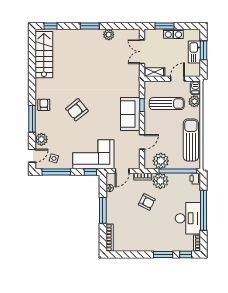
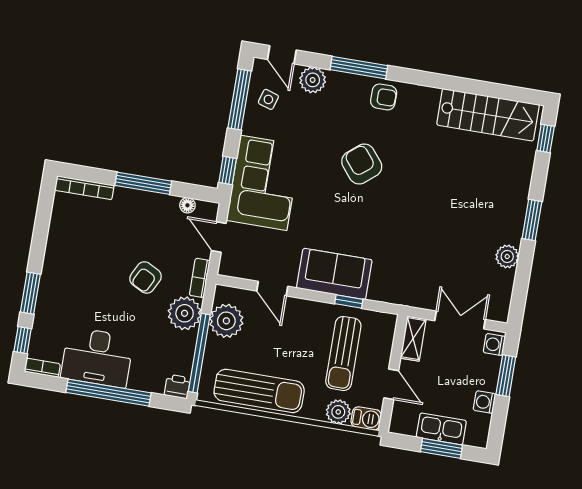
washing machine: (168, 34) -> (494, 345), moved

